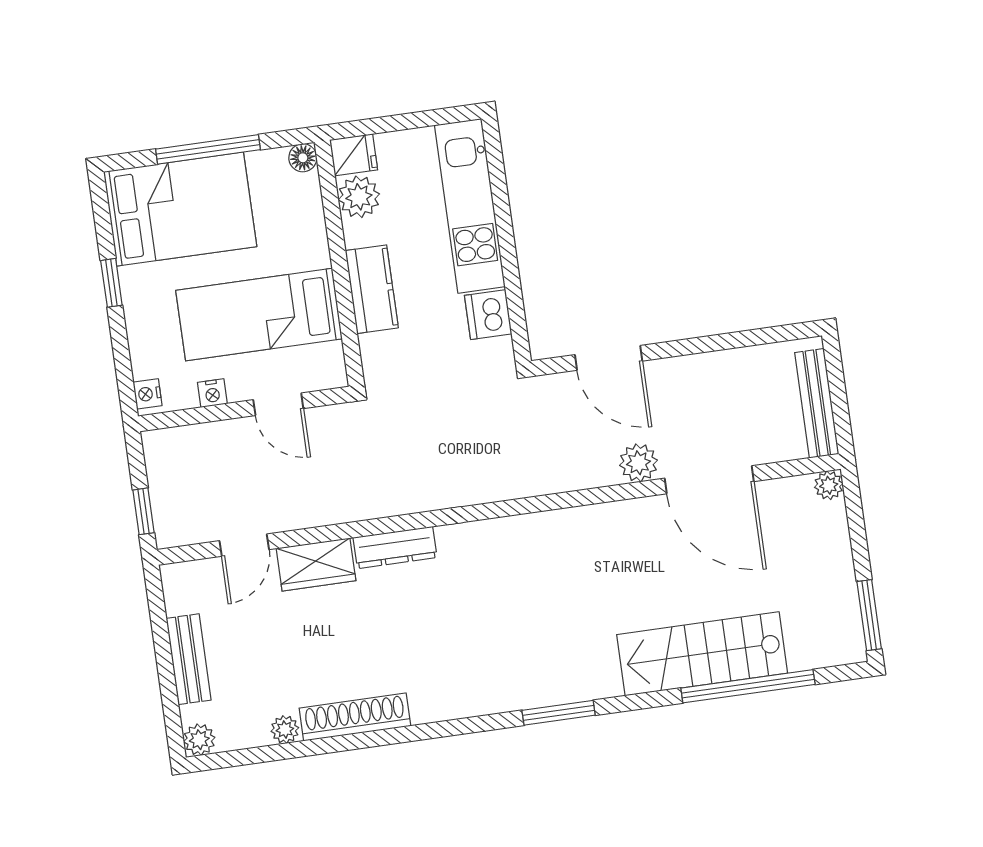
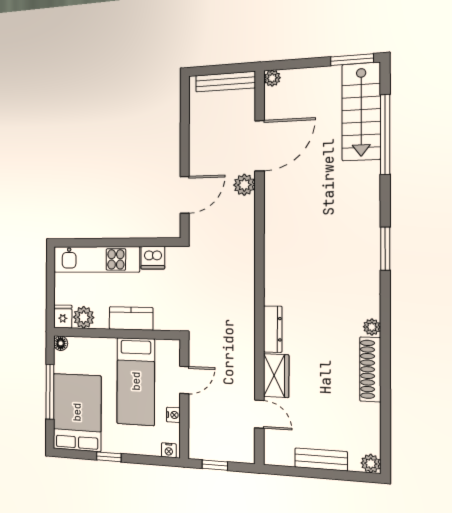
window: (144, 511) -> (215, 465), moved
stairs: (702, 654) -> (361, 112), moved
plant: (285, 730) -> (372, 327), moved

